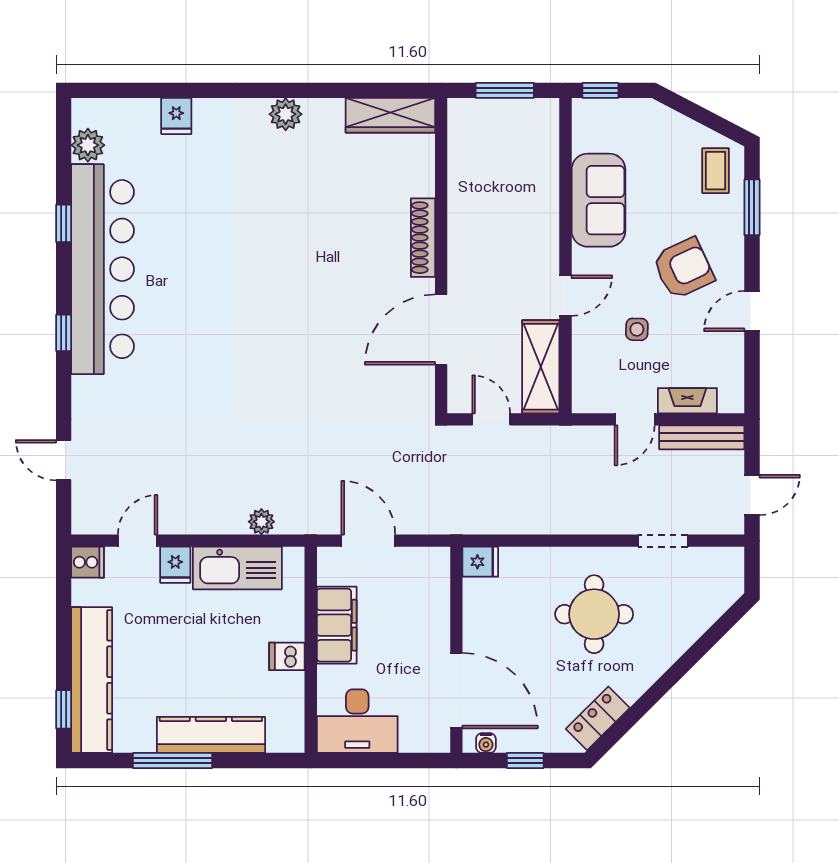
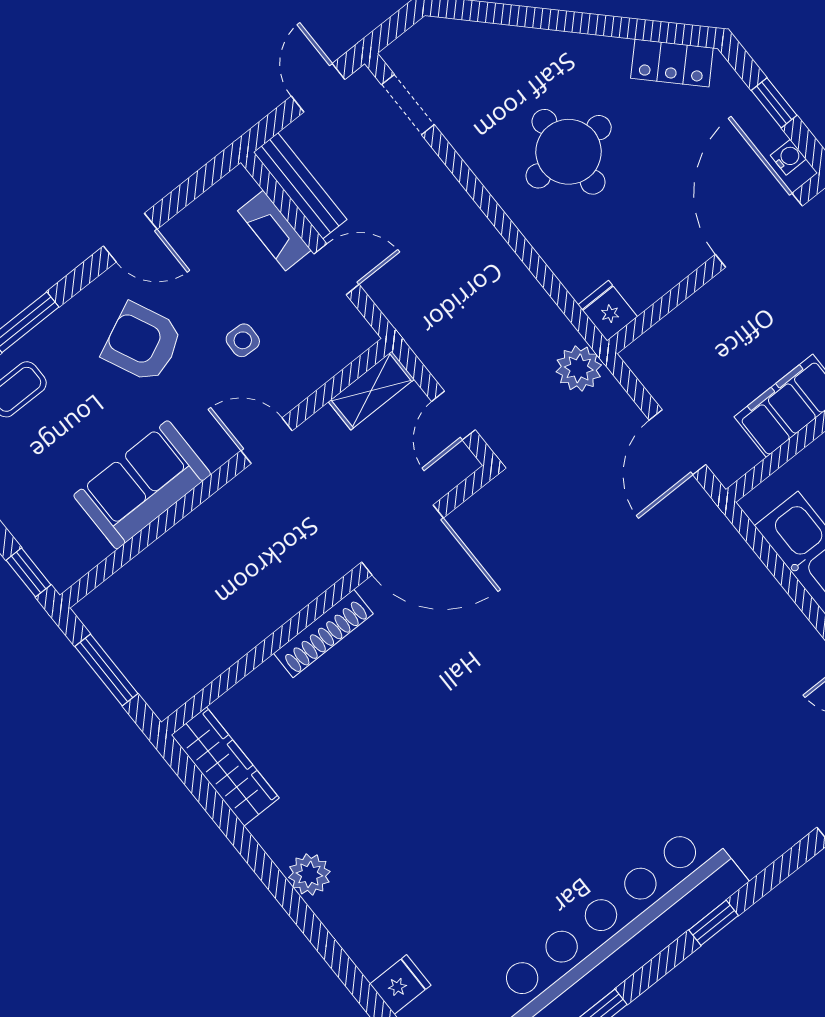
shelving: (541, 367) -> (371, 391), width x0.67, depth x0.75
door: (752, 495) -> (318, 88), hinge flipped
plant: (261, 522) -> (579, 368), moved, width x1.38, depth x1.38
doorway: (663, 541) -> (408, 105), moved

